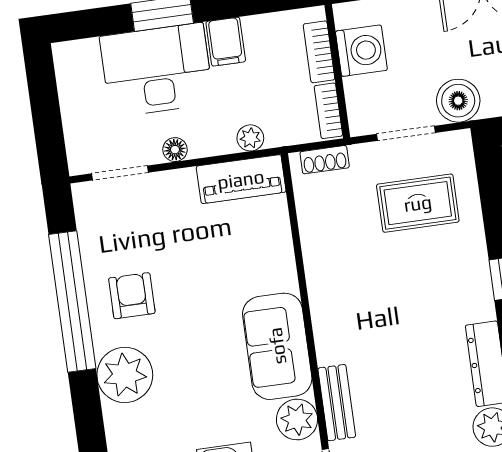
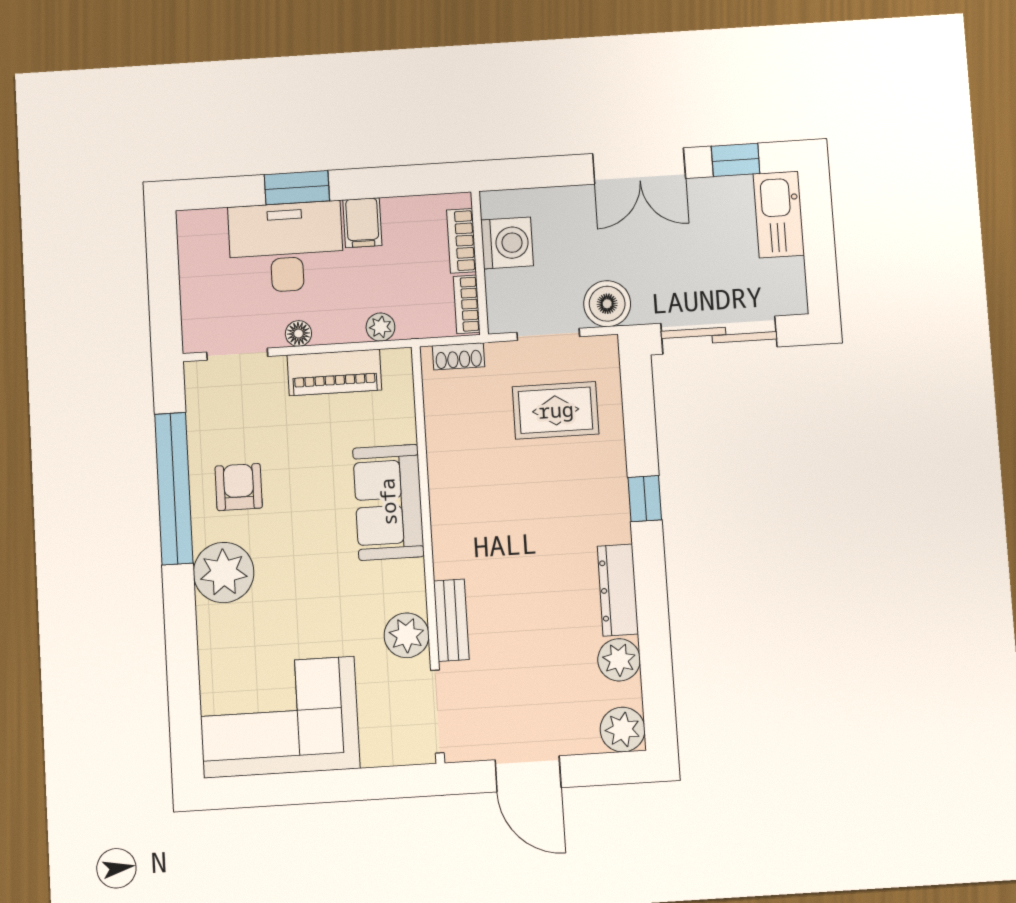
piano: (241, 179) -> (334, 372), moved
sofa: (277, 346) -> (388, 502), moved

